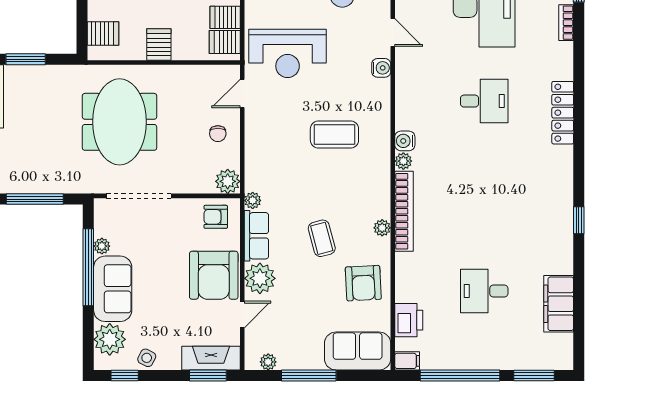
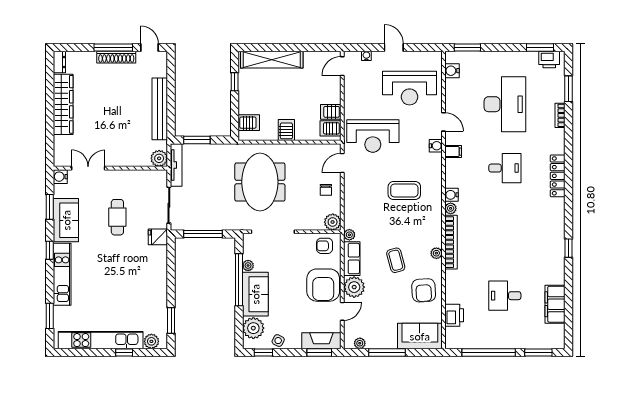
filing cabinet: (407, 361) -> (453, 152), moved

